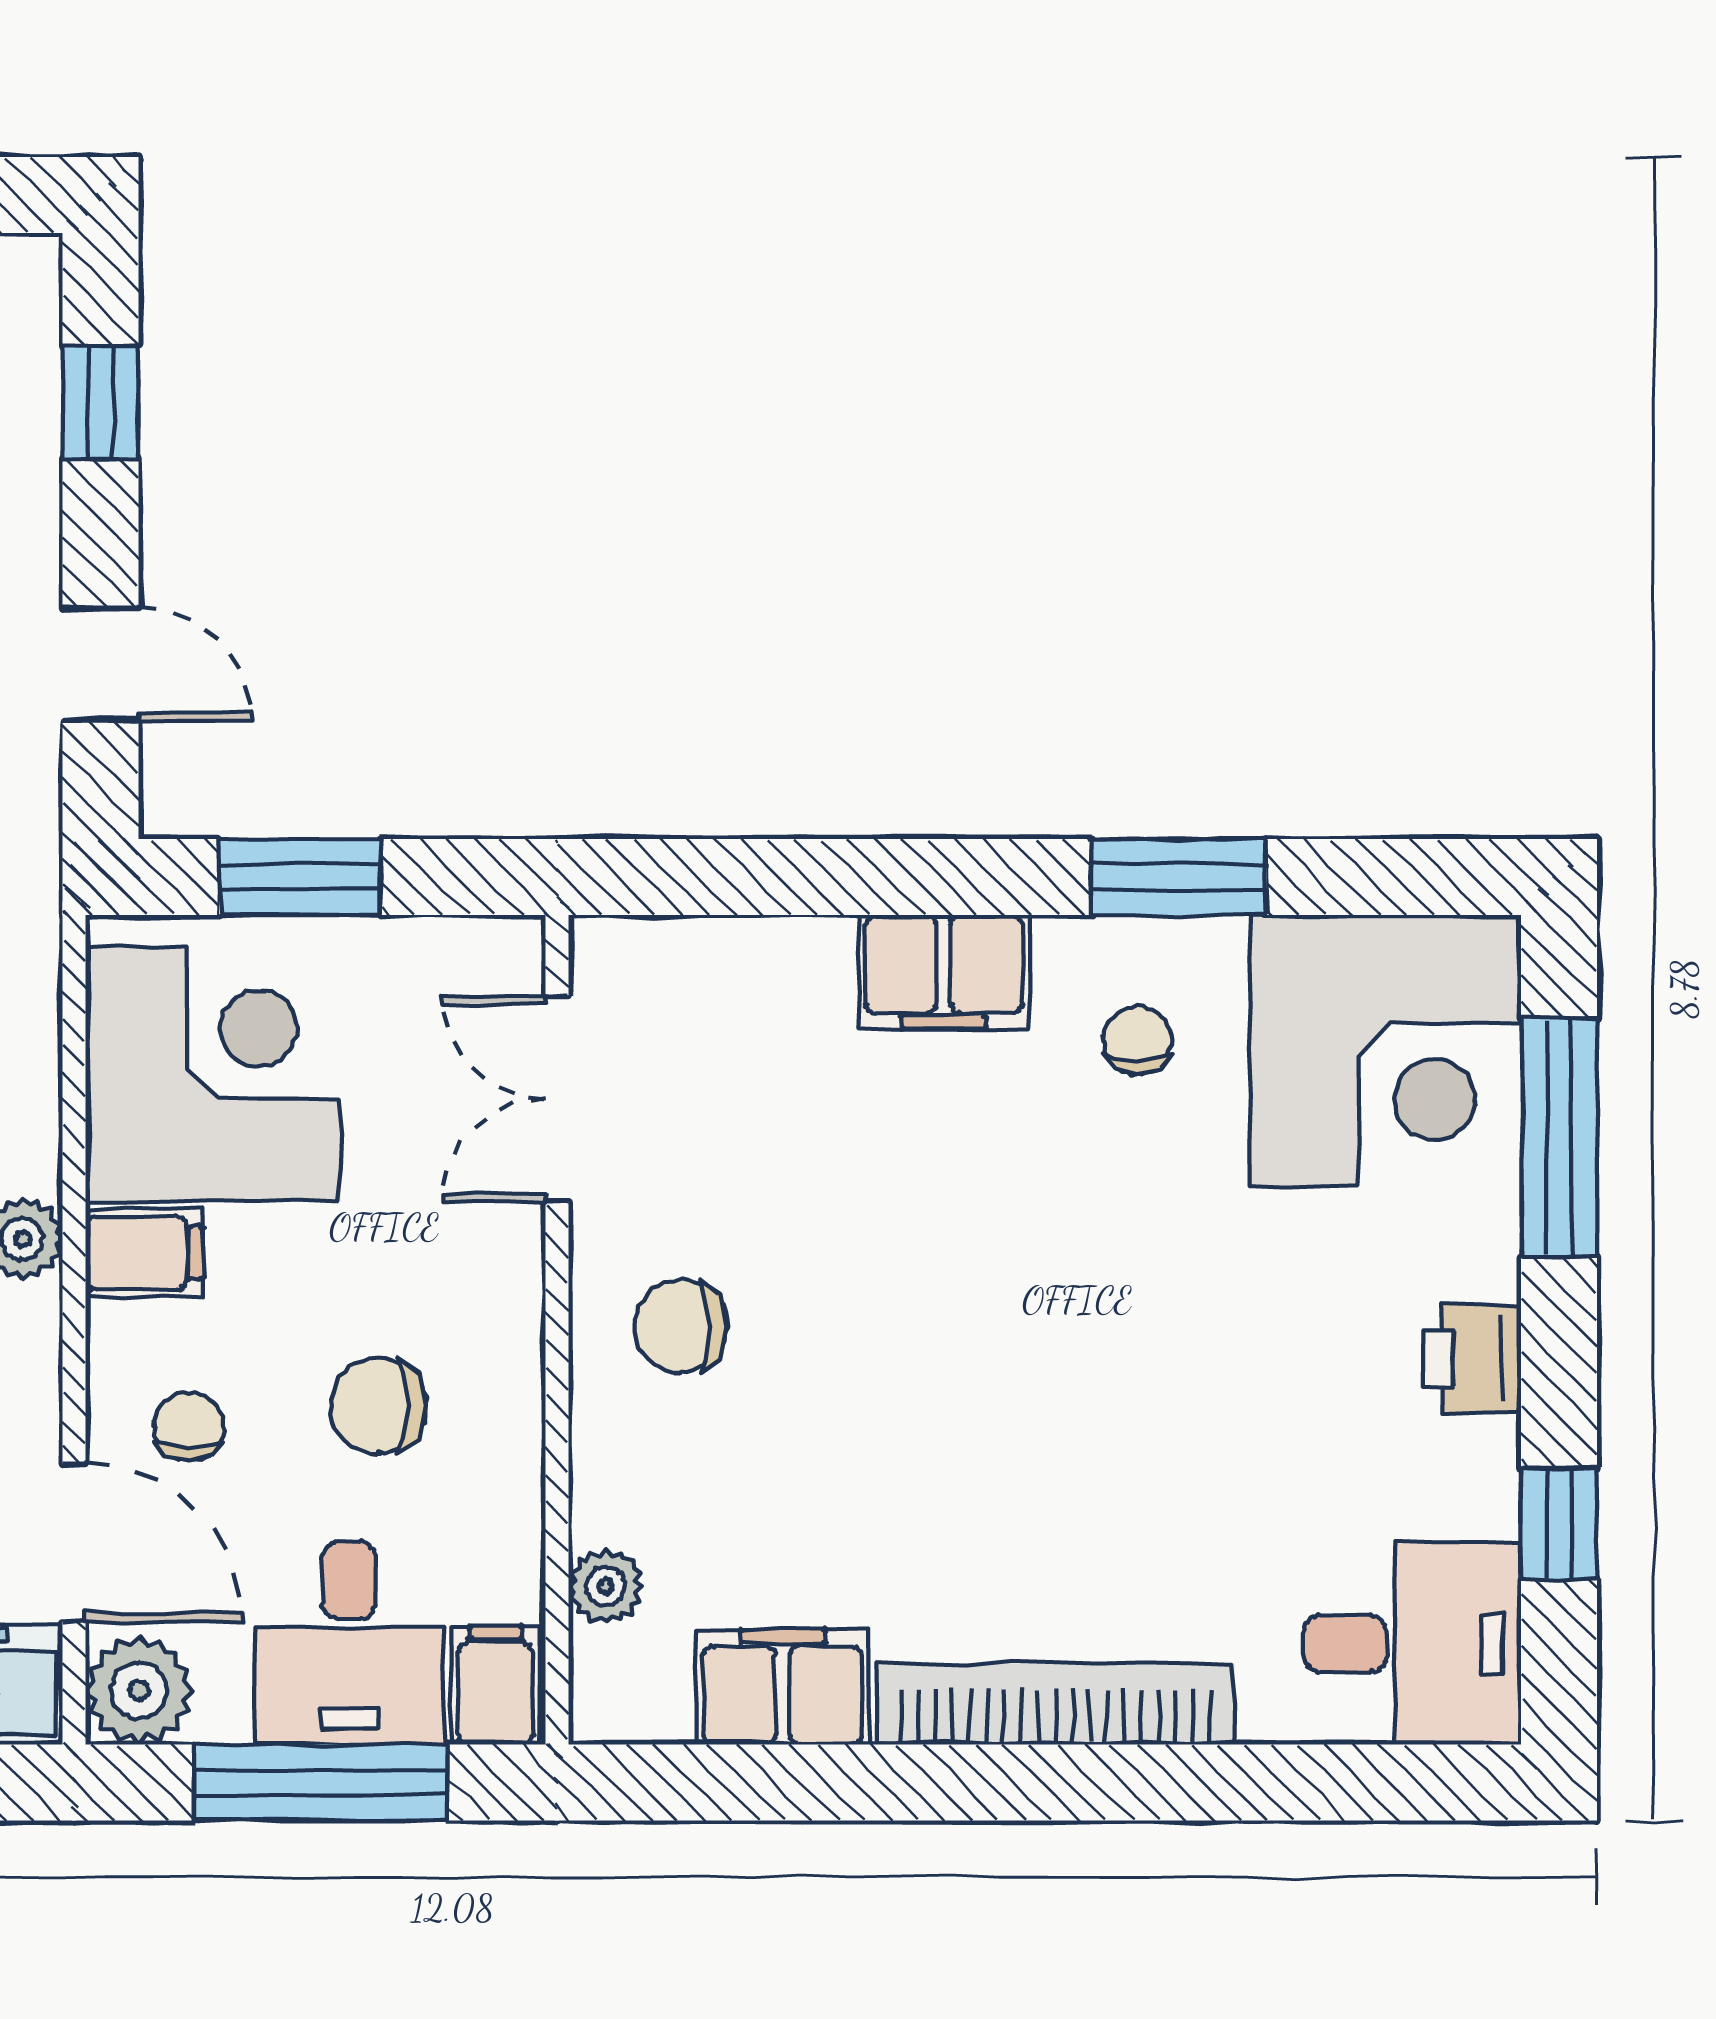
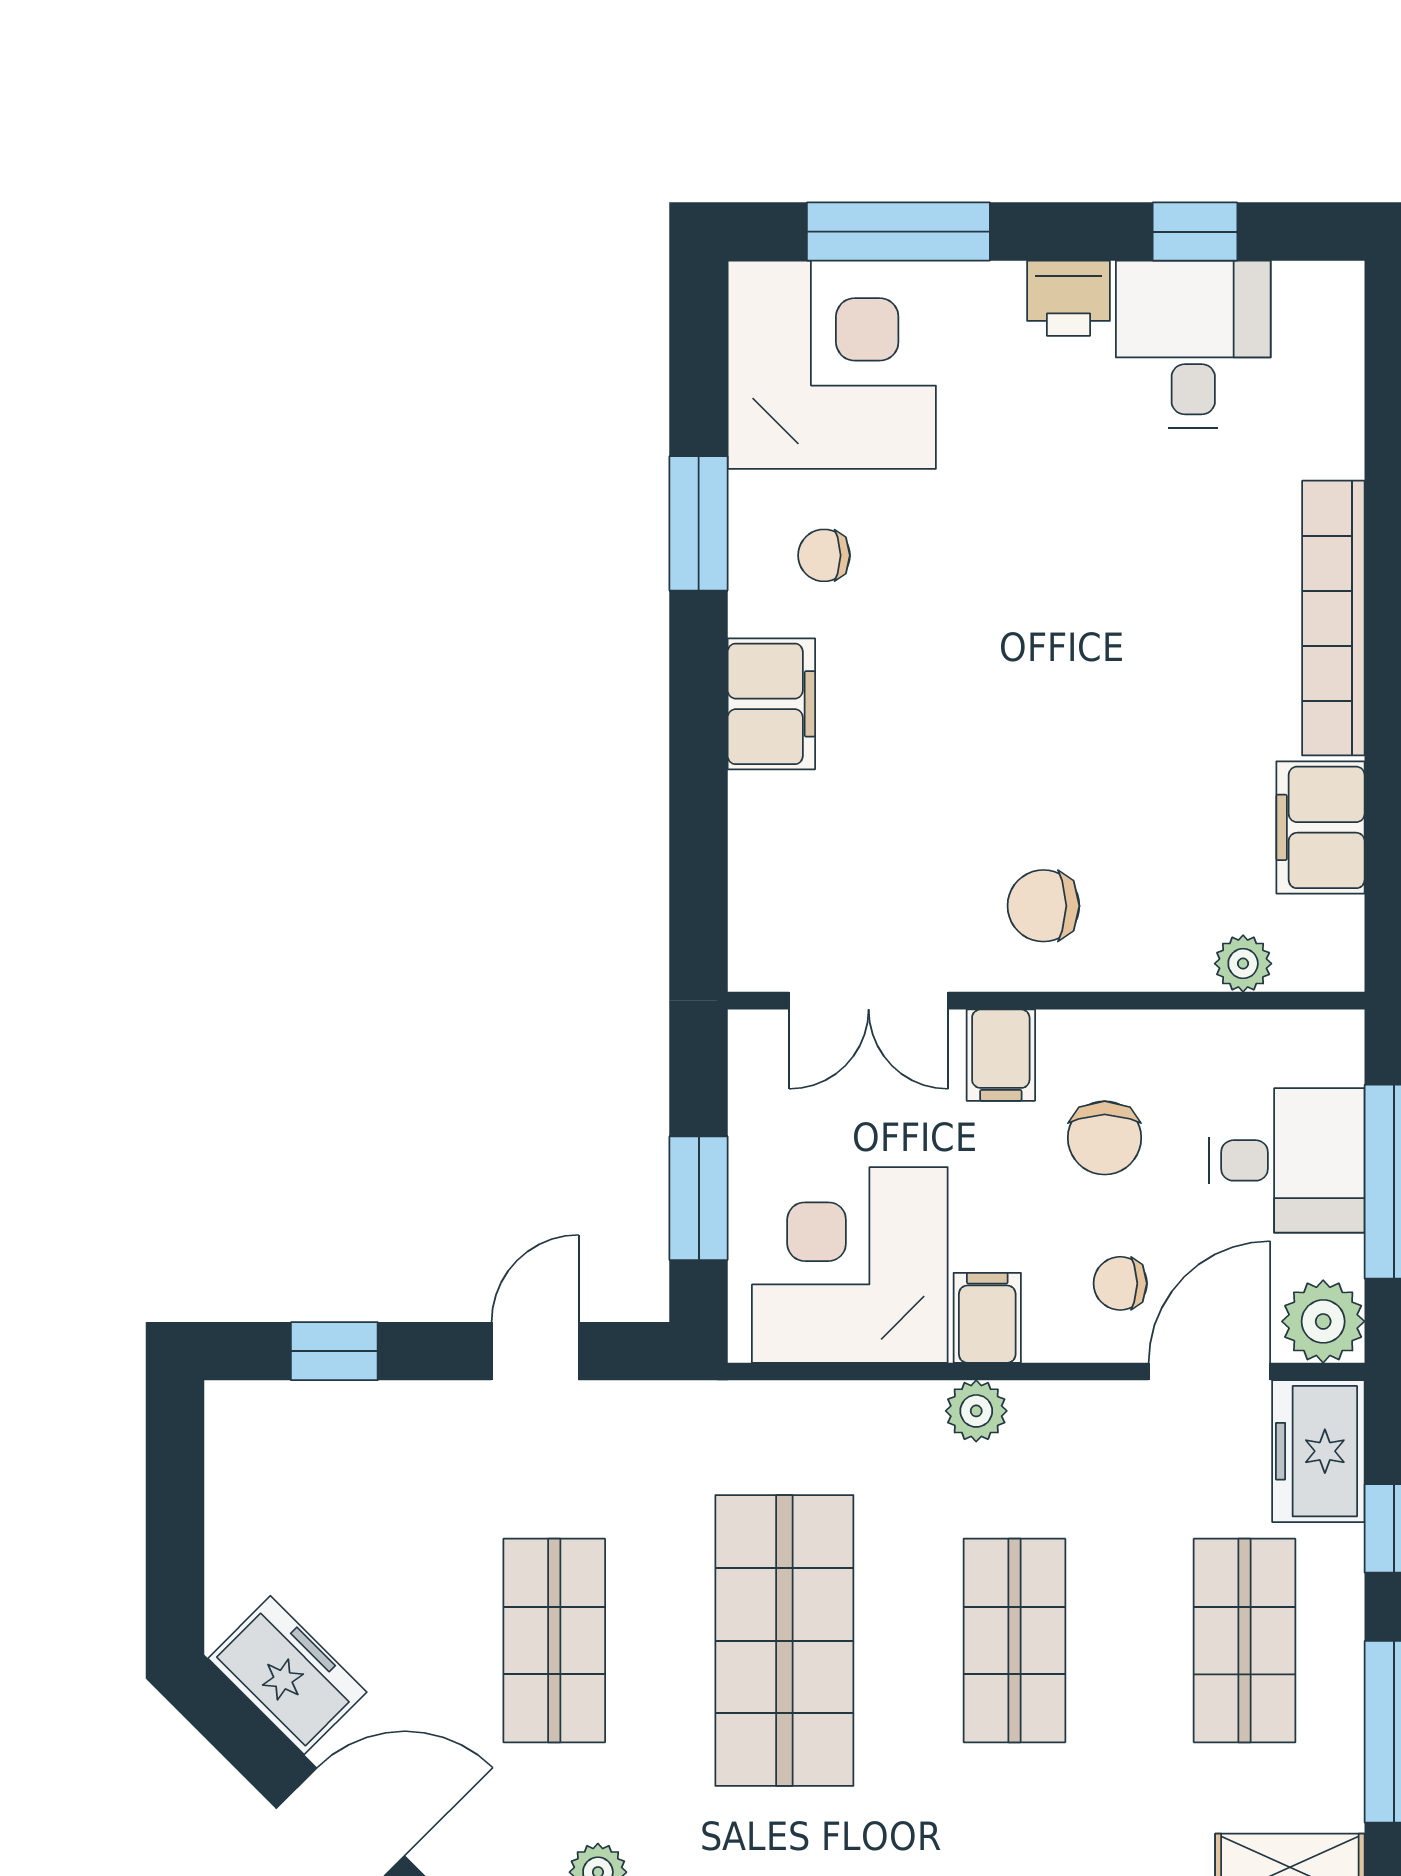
chair: (681, 1326) -> (1043, 906), turned 90
desk: (1412, 1644) -> (1193, 344), moved
filing cabinet: (495, 1685) -> (1001, 1055), moved, turned -90

